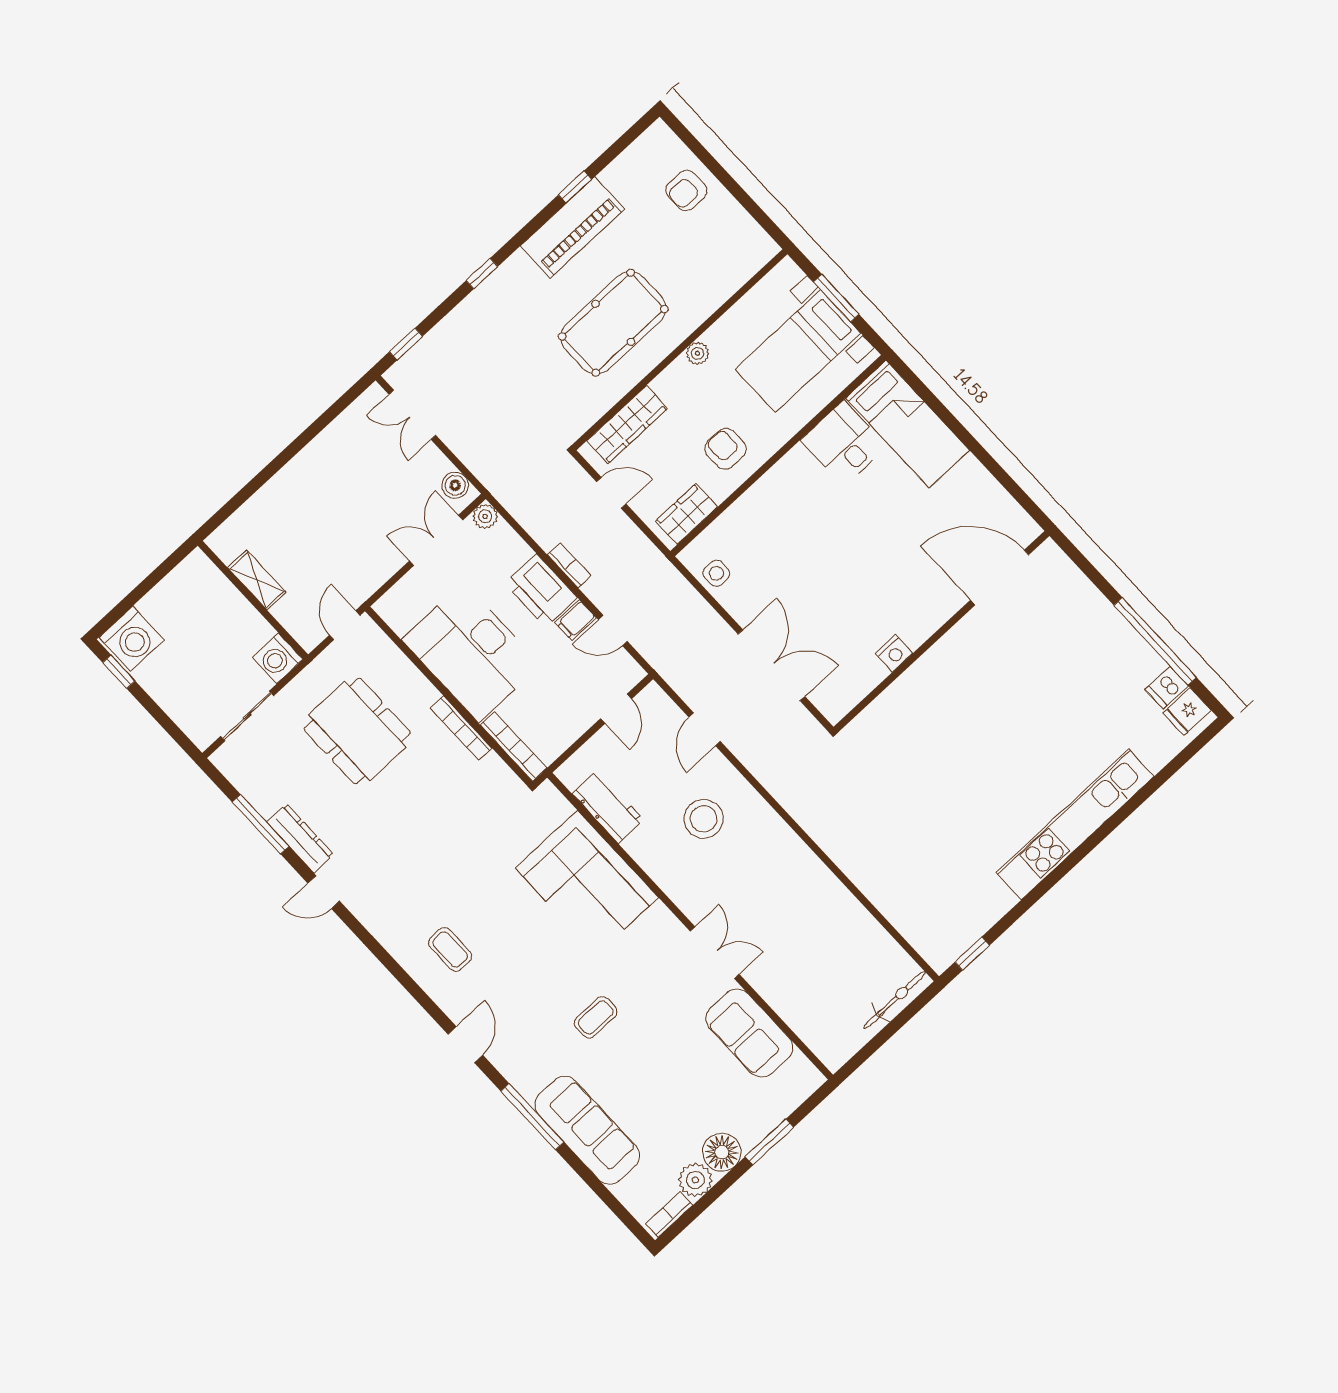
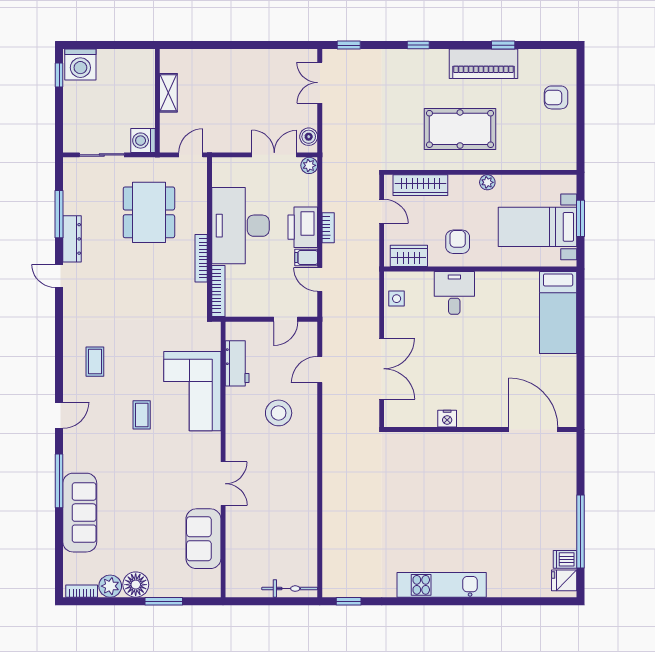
desk: (844, 443) -> (454, 293), moved
kitchen unit: (1075, 825) -> (442, 585), width x0.73
coffee table: (596, 1017) -> (142, 415), moved, turned 90

